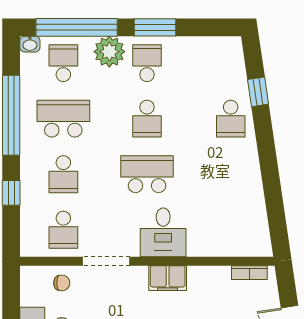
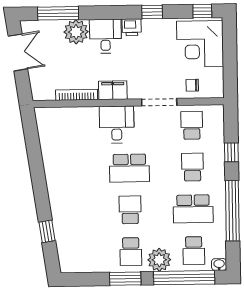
school desk: (231, 119) -> (67, 211), removed
bookcase: (249, 273) -> (77, 95), moved, width x1.56

